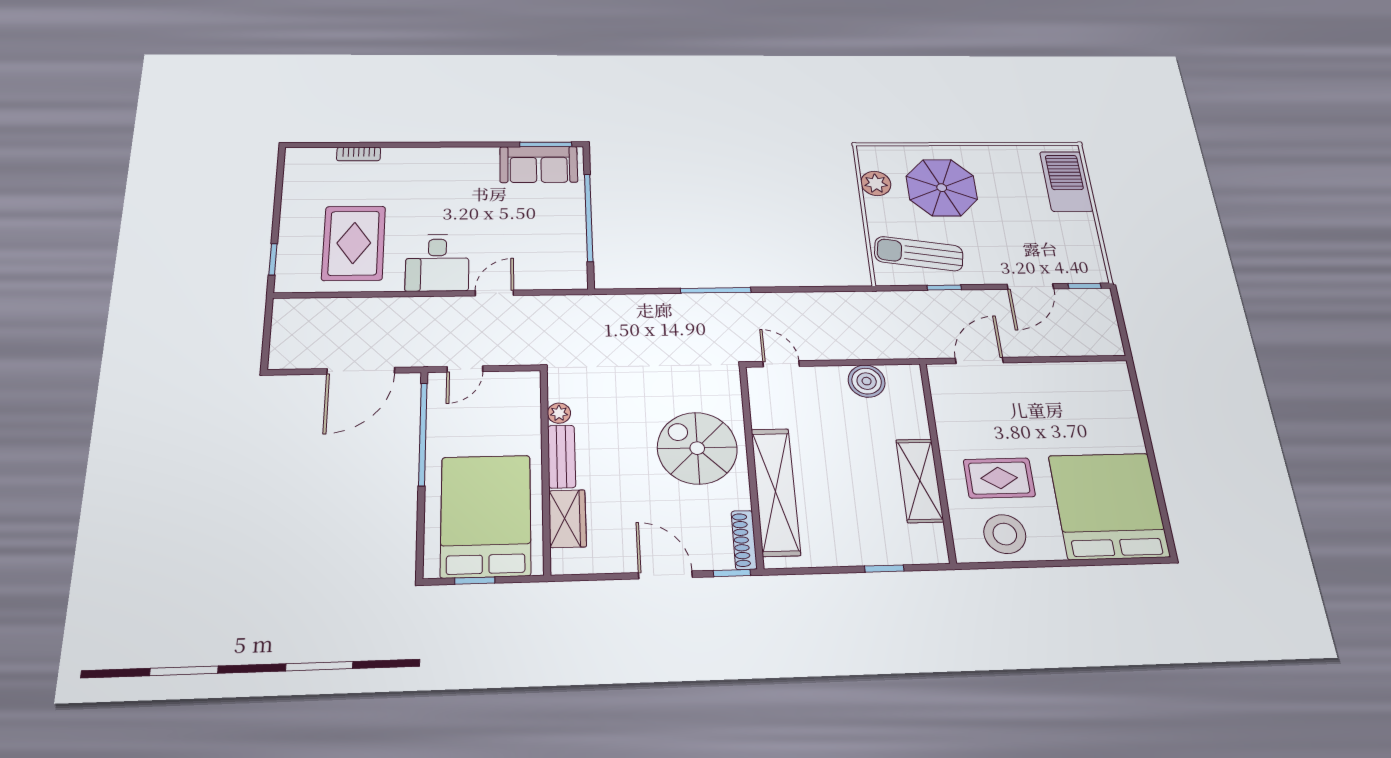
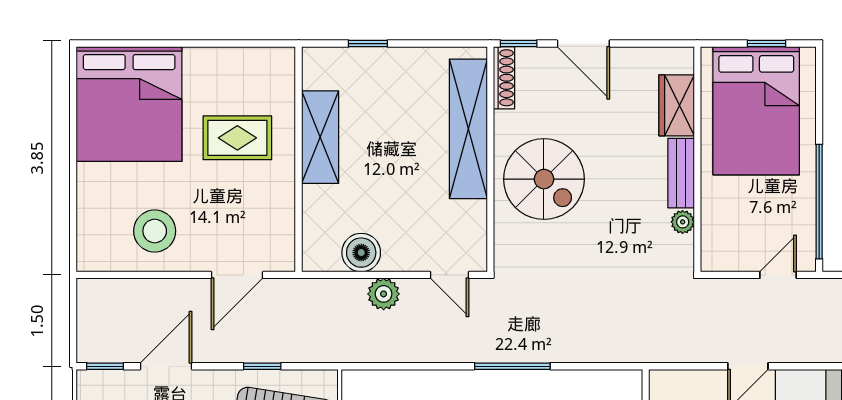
plant: (841, 347) -> (384, 294), added
stool: (1005, 534) -> (155, 231), moved

